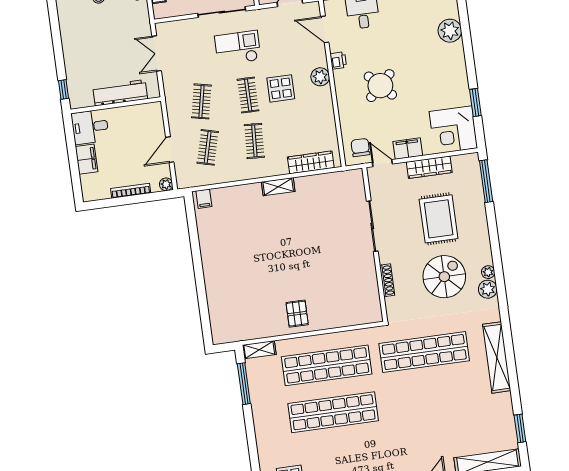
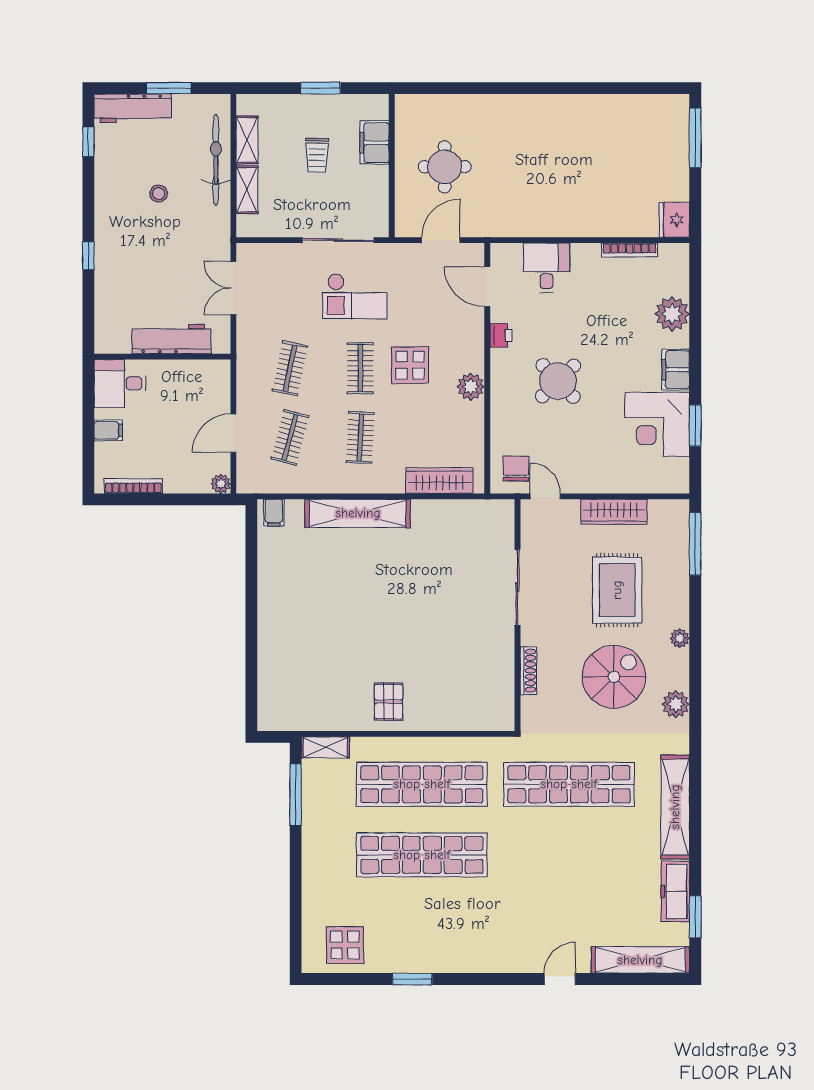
checkout: (238, 48) -> (355, 296), turned 180
plant: (320, 77) -> (471, 387), moved
window: (64, 89) -> (88, 256), moved
corner desk: (453, 130) -> (657, 424), moved
filing cabinet: (408, 149) -> (676, 370), moved, turned -90
filing cabinet: (87, 159) -> (108, 430), width x0.50
shelving: (278, 187) -> (358, 513), width x2.20, depth x1.33
bookcase: (131, 191) -> (133, 486), moved
plant: (488, 272) -> (680, 638), moved
freezer: (504, 413) -> (675, 891), added

